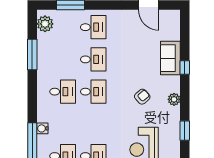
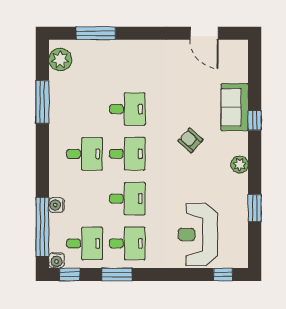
desk: (93, 27) -> (127, 199), moved
armchair: (142, 97) -> (190, 140), moved, turned -97

